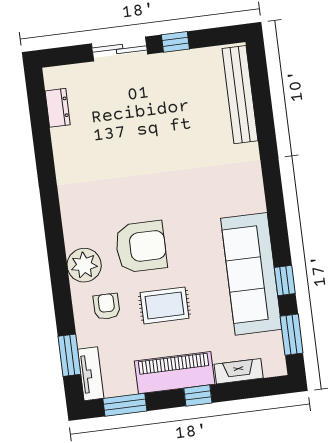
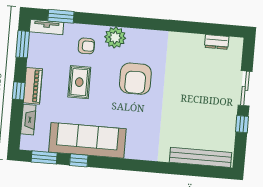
armchair: (141, 247) -> (135, 79), moved
piano: (175, 373) -> (33, 86), width x0.73, depth x0.75

